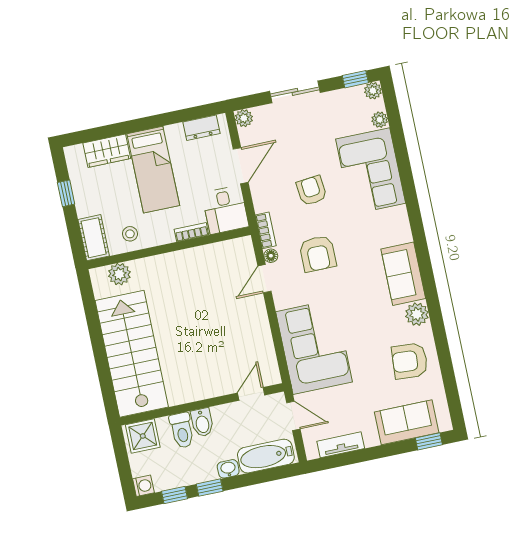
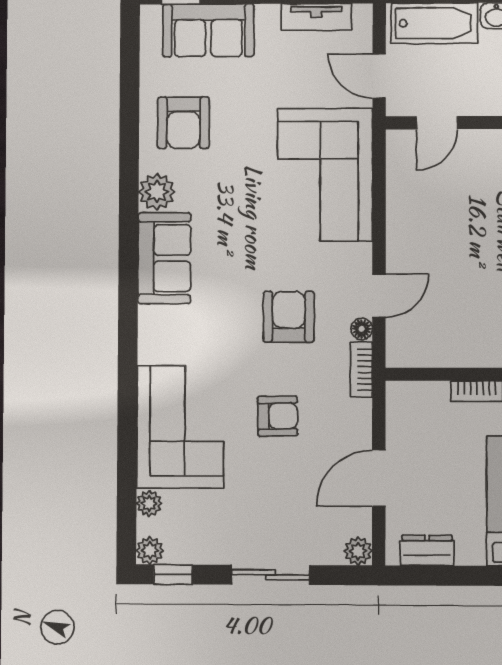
armchair: (312, 191) -> (278, 416), turned -85
desk: (225, 210) -> (417, 415), removed
armchair: (410, 361) -> (184, 123), turned 86

